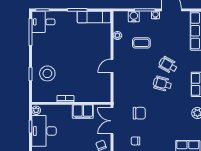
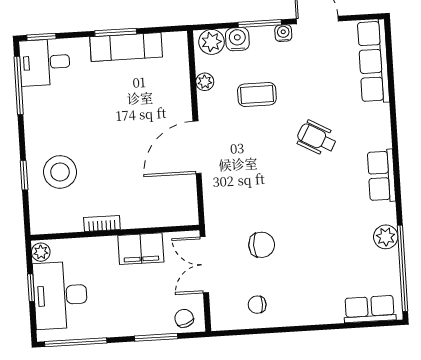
exam couch: (94, 17) -> (126, 47), moved
plant: (122, 17) -> (212, 42), added
door: (112, 66) -> (197, 147), width x1.88
wheelchair: (162, 84) -> (307, 179), removed

